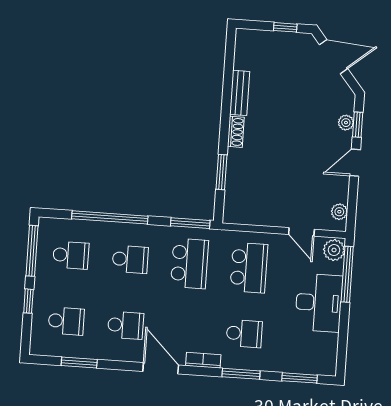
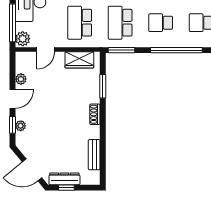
dresser: (287, 40) -> (64, 179), added
bench: (240, 93) -> (94, 155), moved
plant: (339, 212) -> (21, 79), moved
wardrobe: (253, 213) -> (79, 60), added
door: (301, 232) -> (46, 49), swing flipped

